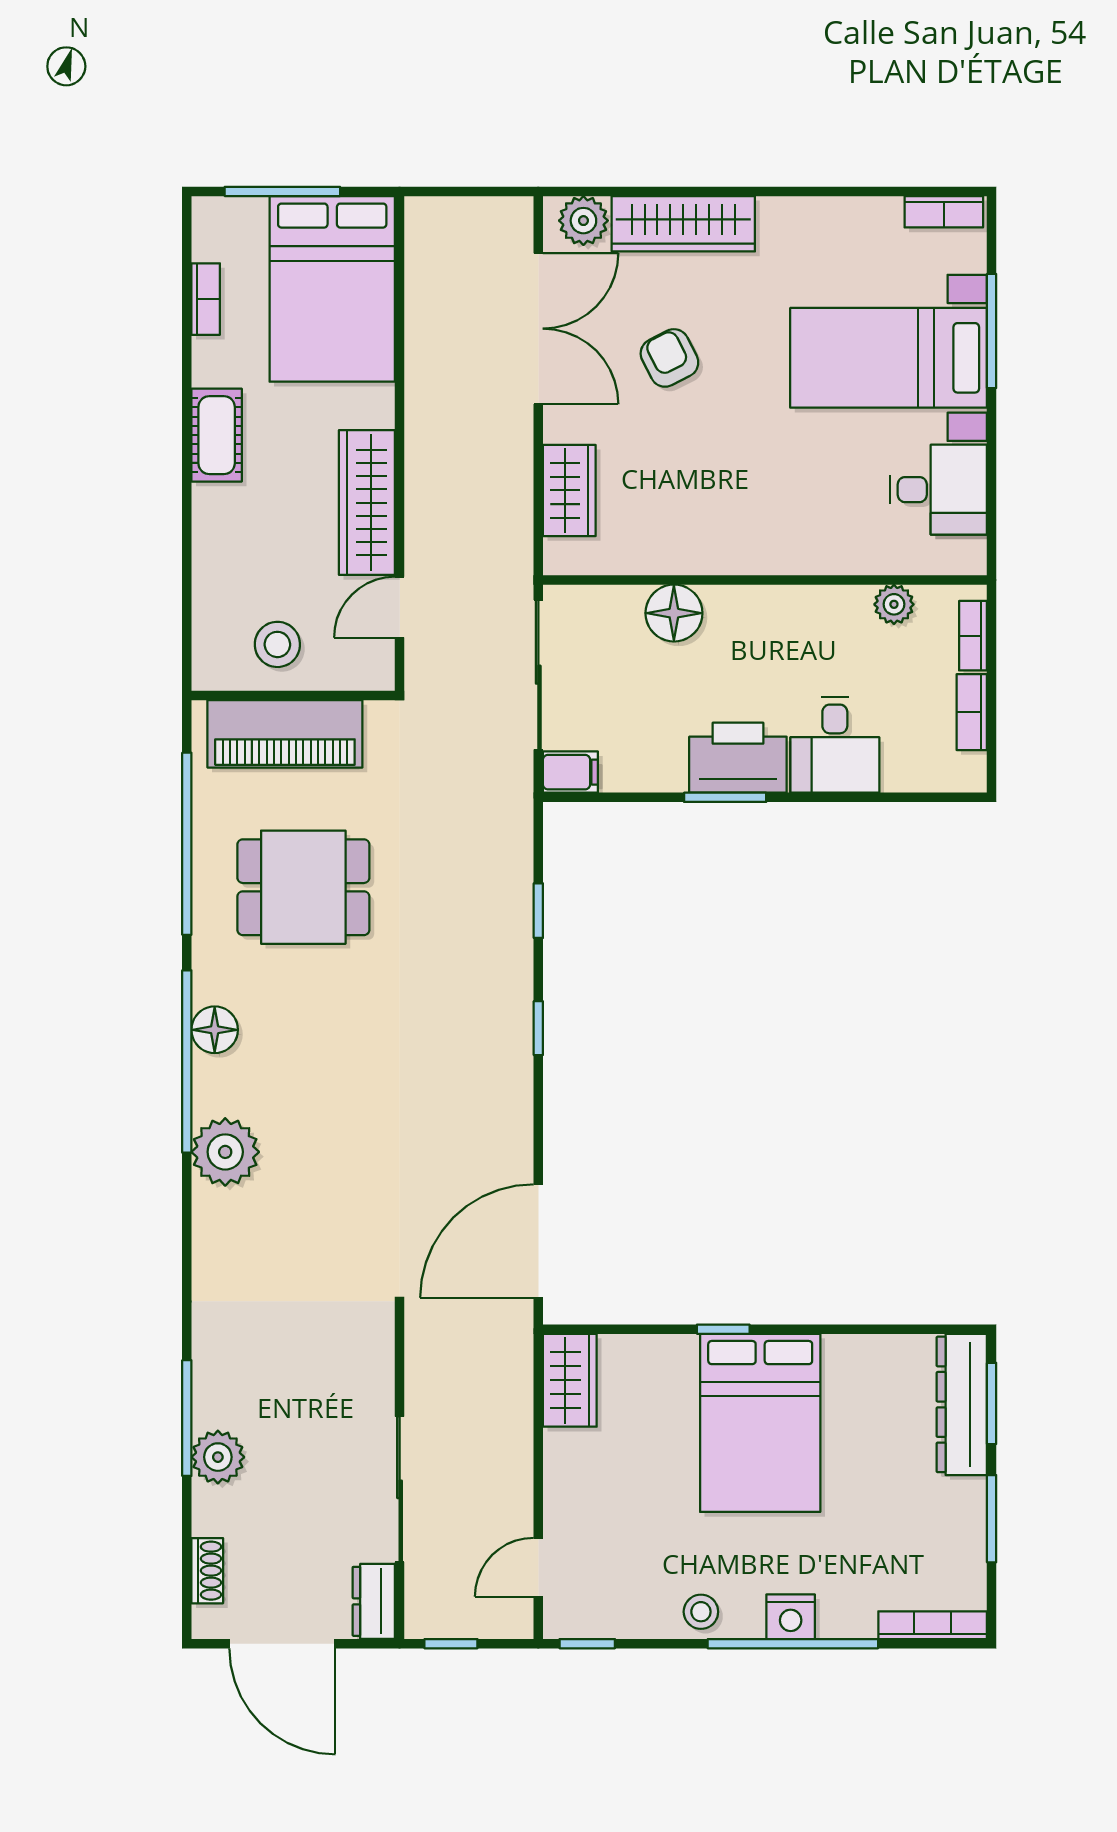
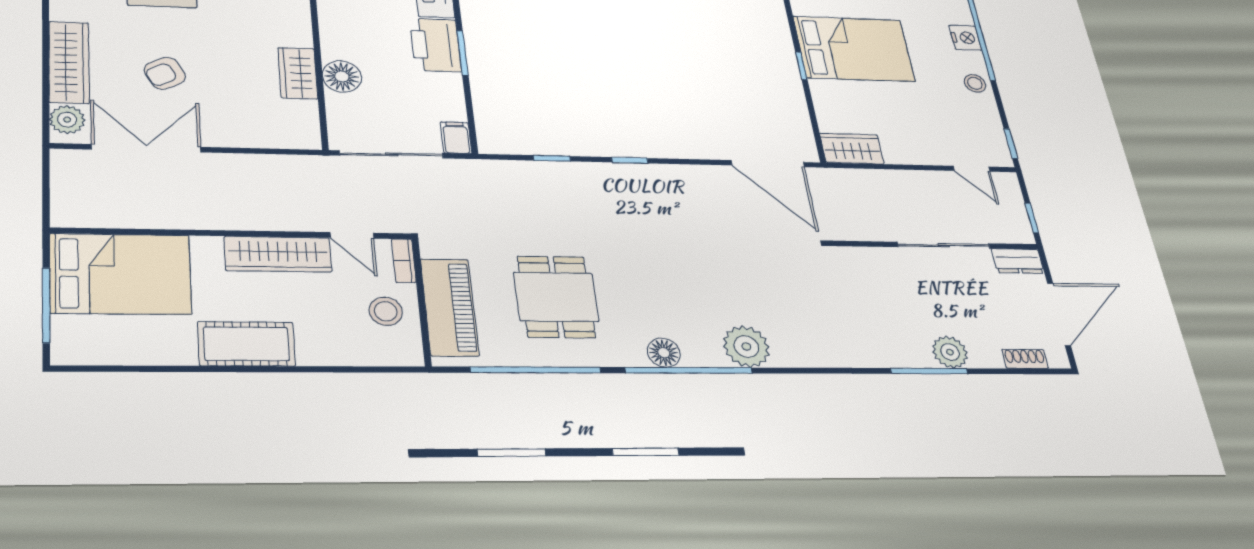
bookcase: (206, 299) -> (404, 261), moved, turned -90
cot: (217, 435) -> (246, 344), width x1.37, depth x1.34
wardrobe: (569, 490) -> (298, 73), moved, turned -90

